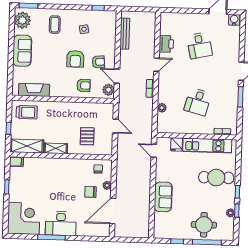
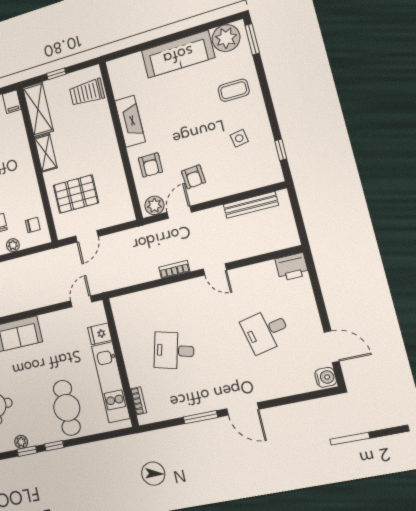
printer: (166, 44) -> (292, 267), moved
sofa: (22, 51) -> (178, 54), width x1.36
armchair: (75, 59) -> (188, 140), removed
fireplace: (34, 90) -> (130, 121), moved
plant: (162, 108) -> (149, 296), removed
trolley: (27, 112) -> (87, 92), turned 90
door: (115, 126) -> (87, 236), moved
pallet: (87, 136) -> (76, 194), width x1.50, depth x1.42

